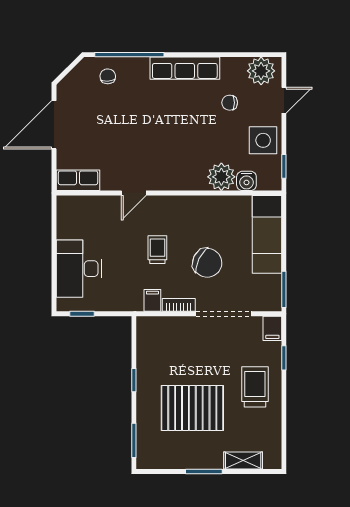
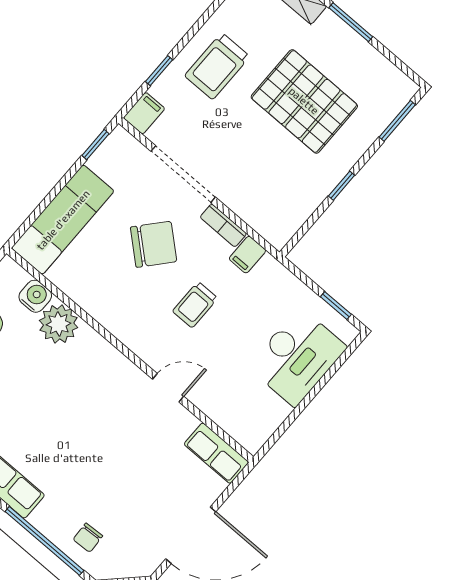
chair: (207, 263) -> (154, 244), turned 105
window: (284, 289) -> (95, 145), width x0.67

